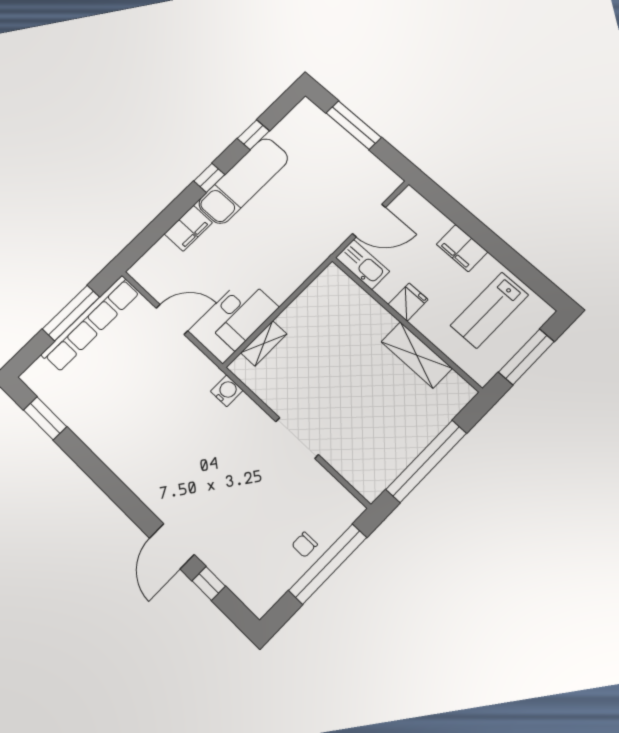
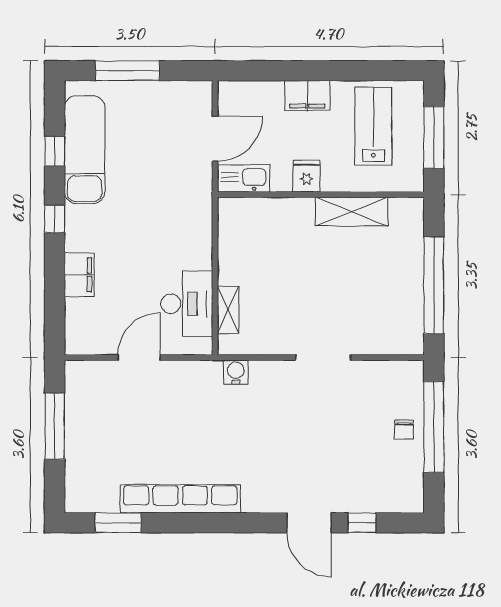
exam couch: (243, 181) -> (85, 150), moved
lab bench: (489, 310) -> (373, 126), turned 180
row of seats: (90, 324) -> (180, 499), moved, turned -90

